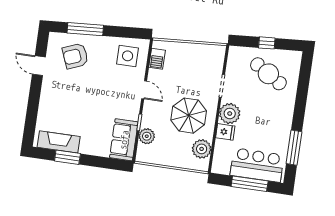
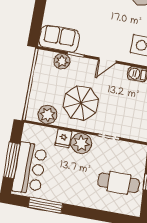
cafe table: (268, 74) -> (119, 183), turned 58

